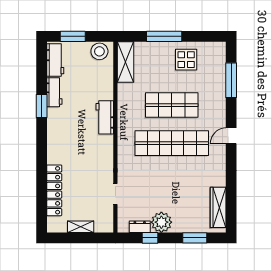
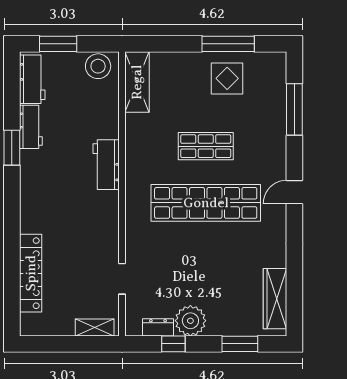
window: (164, 36) -> (228, 44), moved
shop shelf: (172, 105) -> (206, 146), width x0.70, depth x0.74
shelving: (81, 227) -> (95, 327), moved

